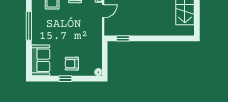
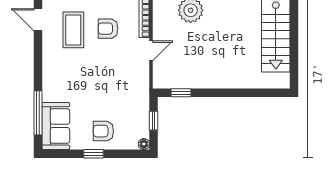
window: (29, 26) -> (38, 113), moved
window: (105, 57) -> (154, 121), added

